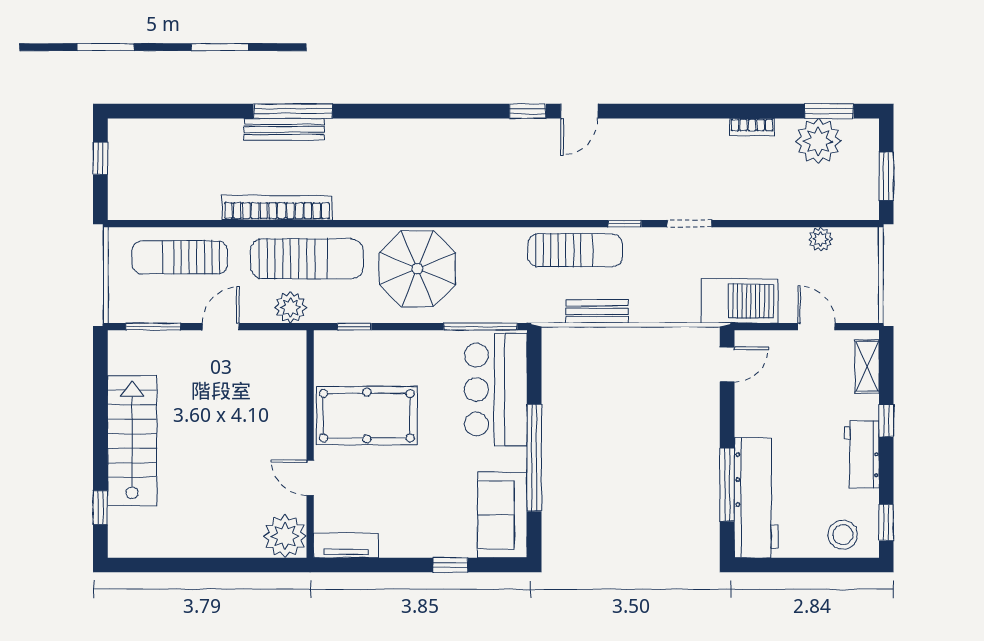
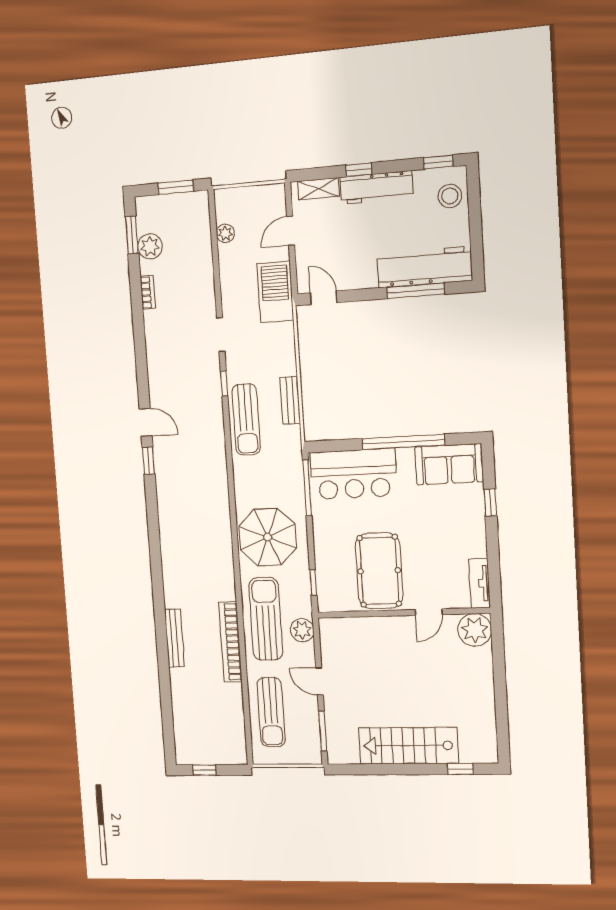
window: (293, 111) -> (161, 632), removed
plant: (818, 141) -> (150, 246), width x0.73, depth x0.73
sun lounger: (575, 250) -> (246, 419), turned 180
workbench: (862, 455) -> (376, 188), width x1.38

